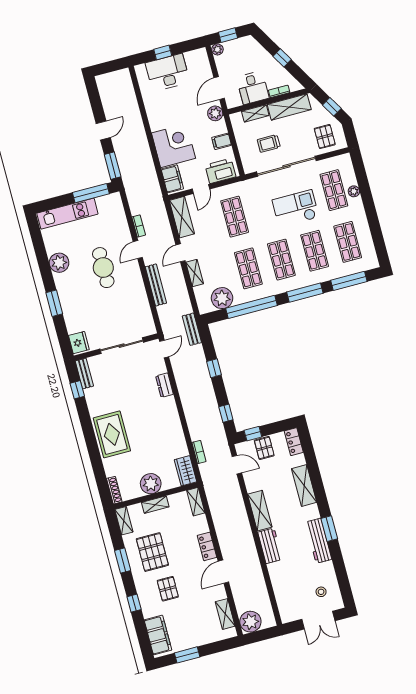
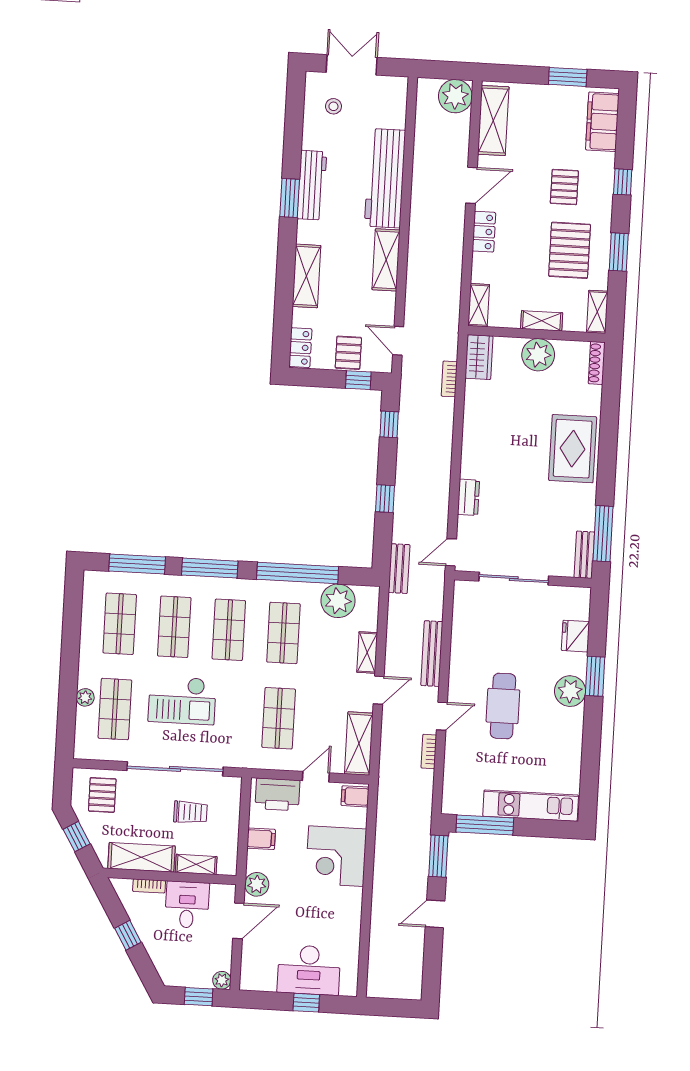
filing cabinet: (172, 179) -> (355, 796), width x0.50
plant: (59, 263) -> (570, 691), moved
fridge: (79, 343) -> (575, 636), moved
window: (77, 390) -> (603, 534), width x2.17
workbench: (270, 546) -> (385, 178), width x1.87, depth x1.32
shelving: (225, 614) -> (493, 120), width x1.50, depth x1.33

